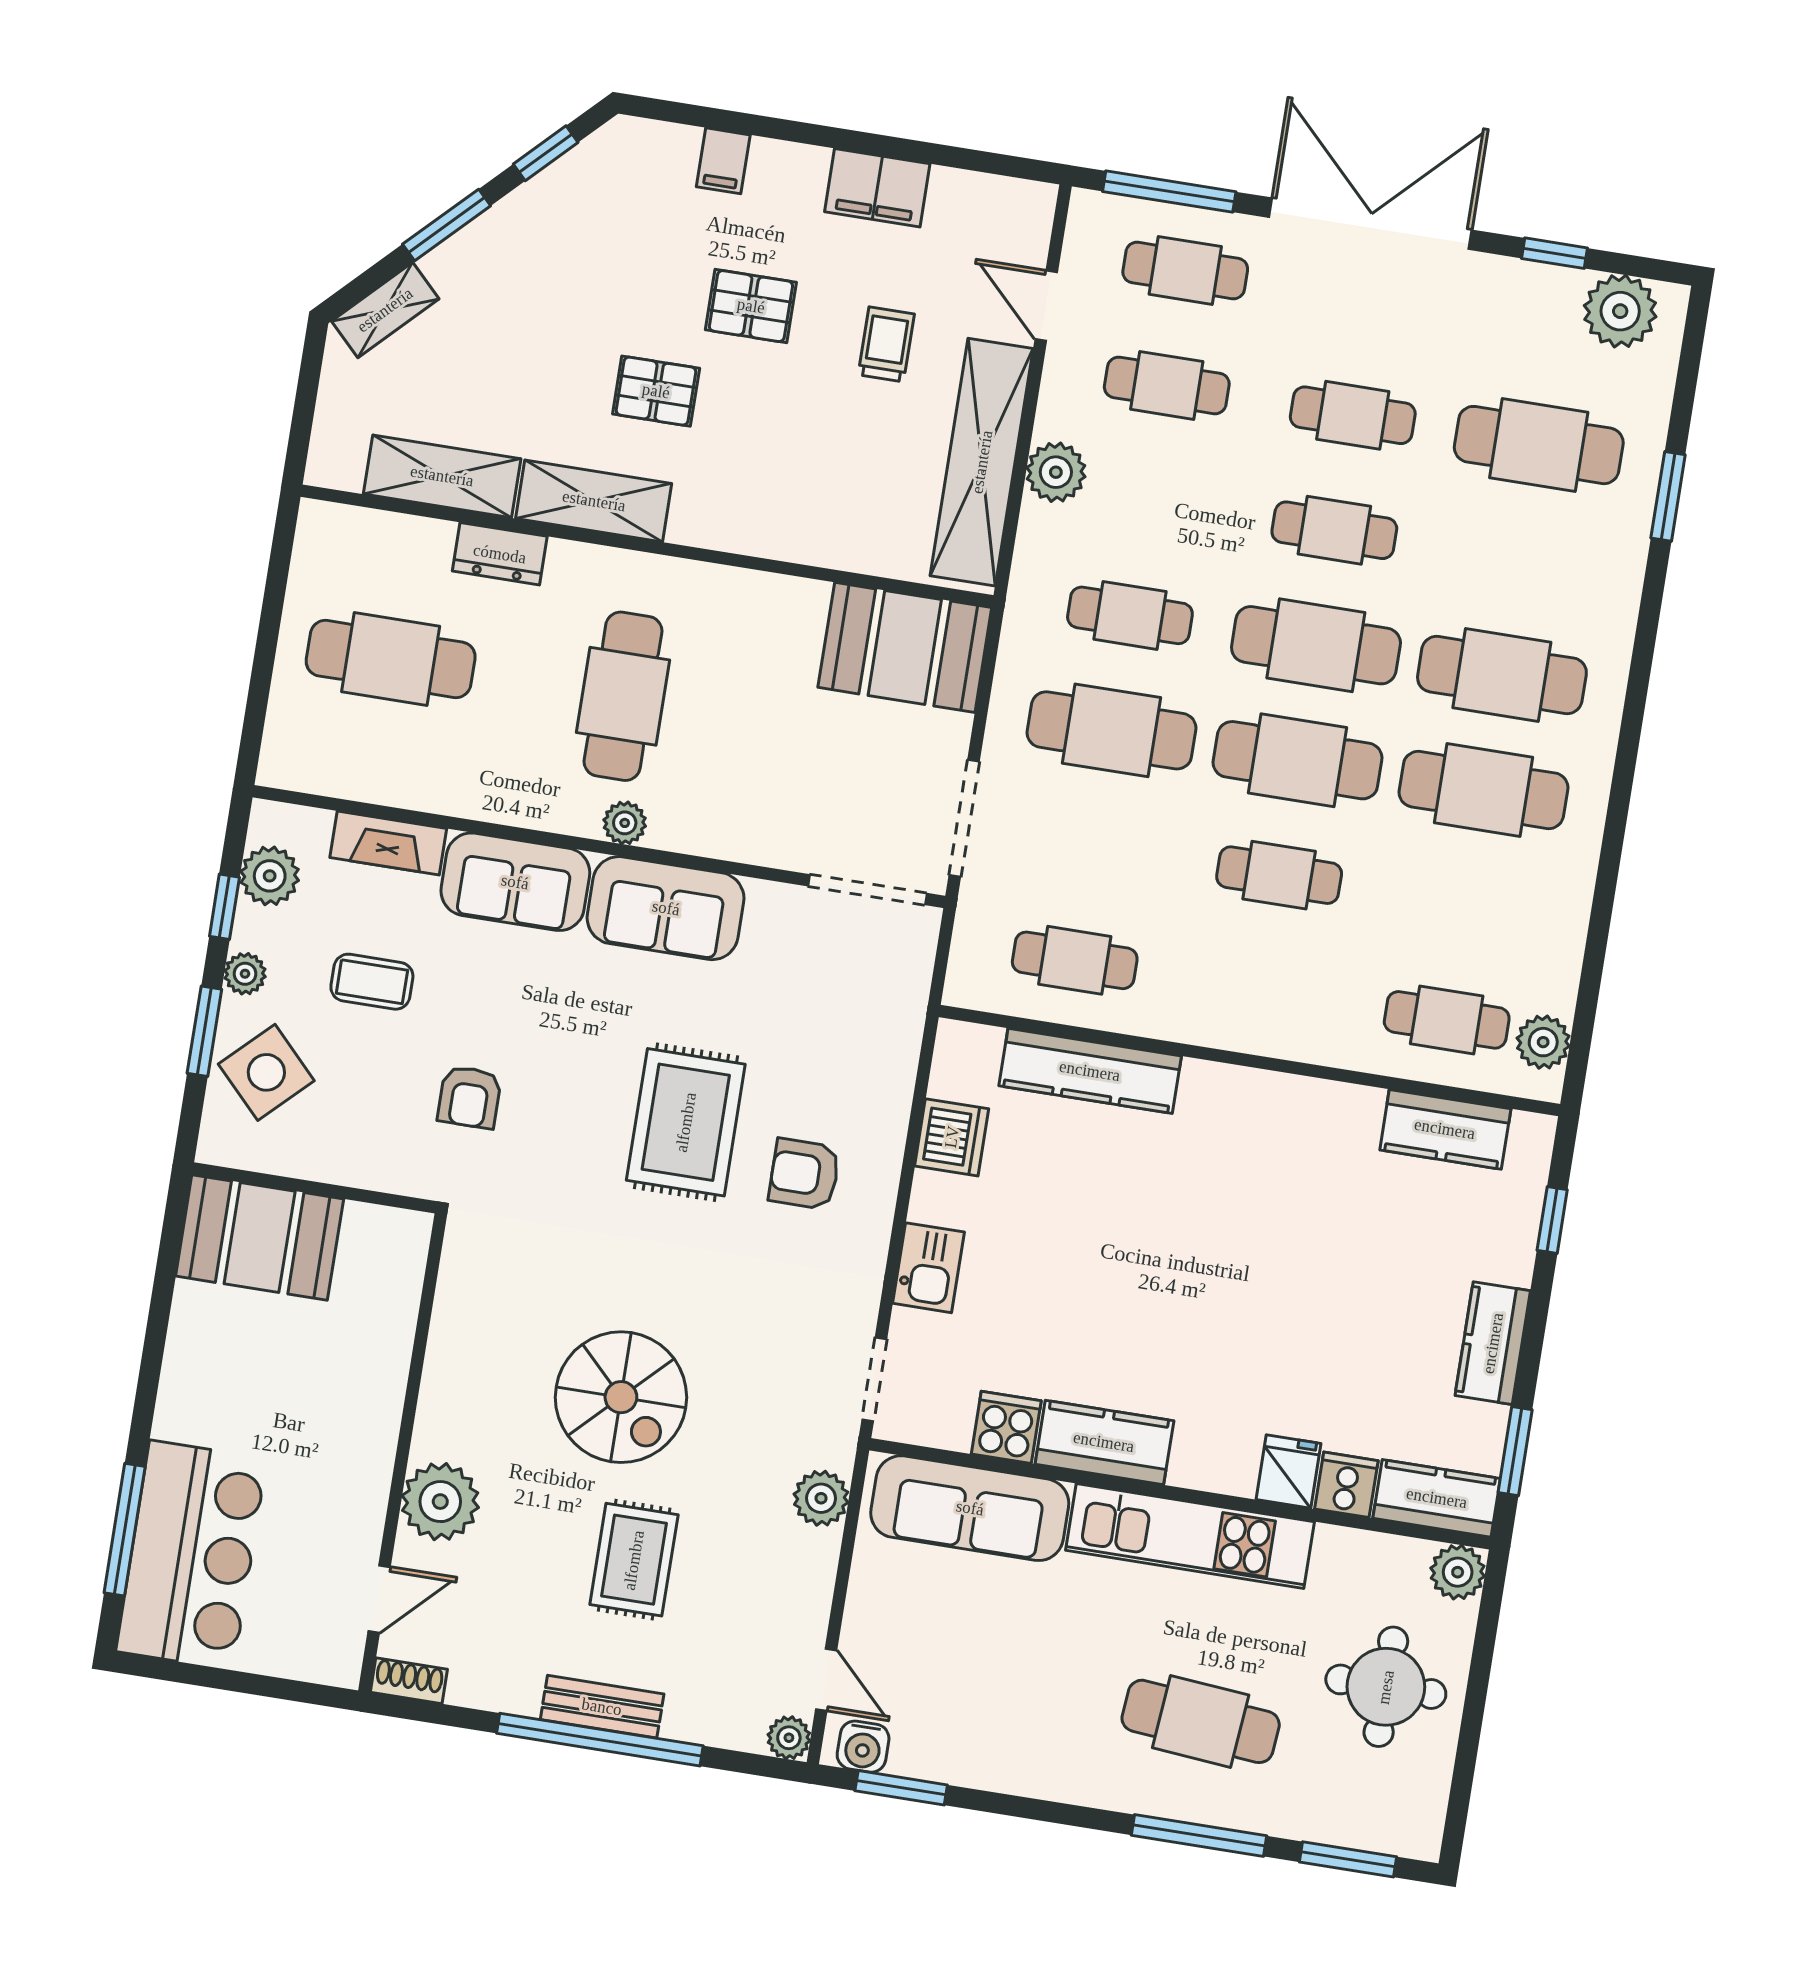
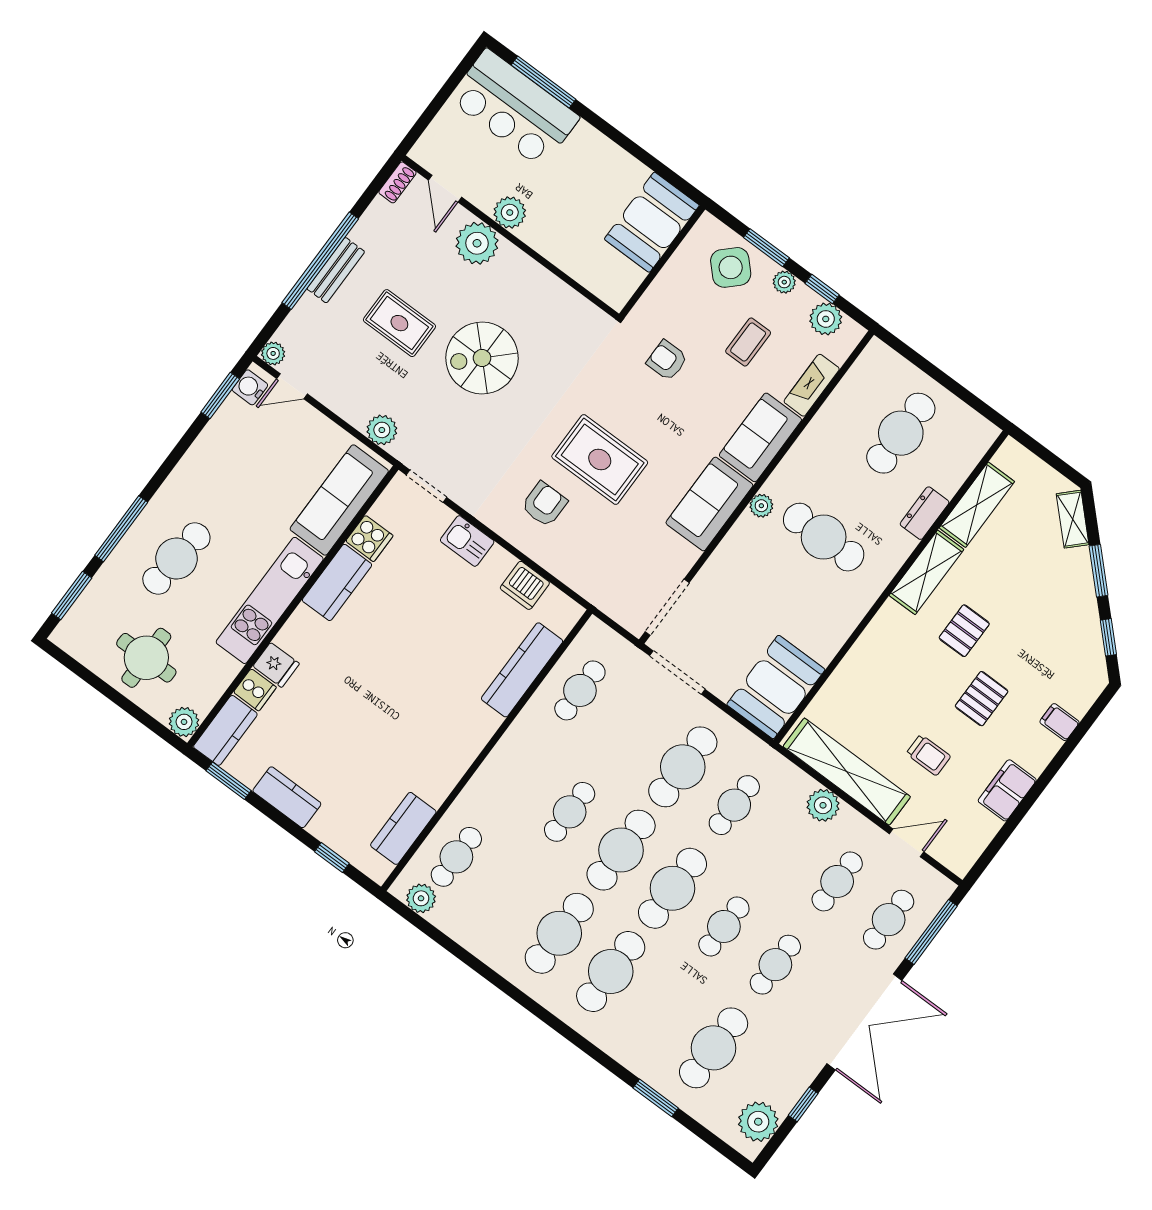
plant: (363, 1475) -> (510, 213), added

